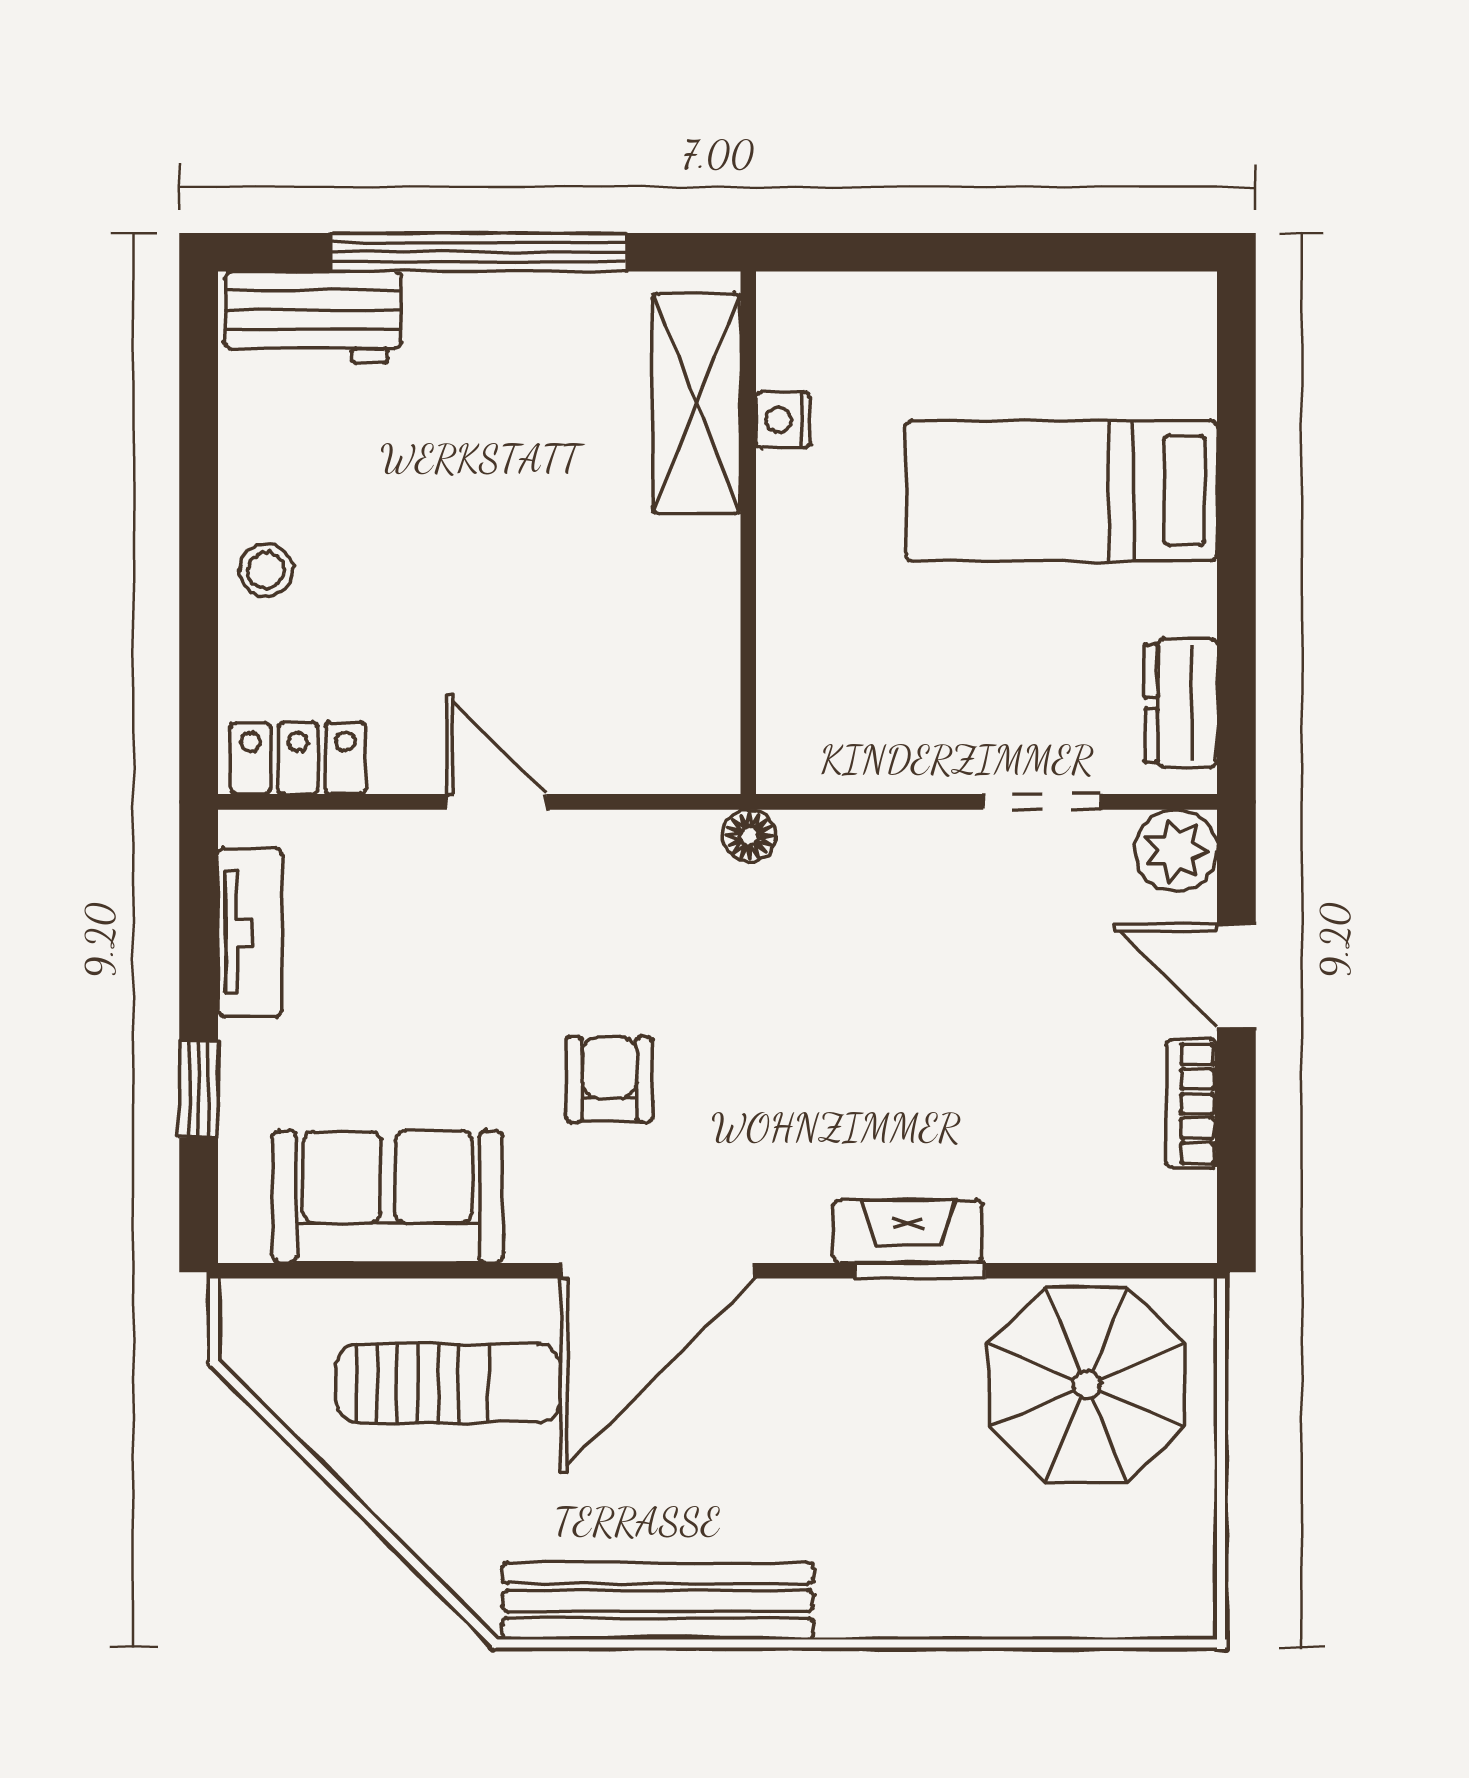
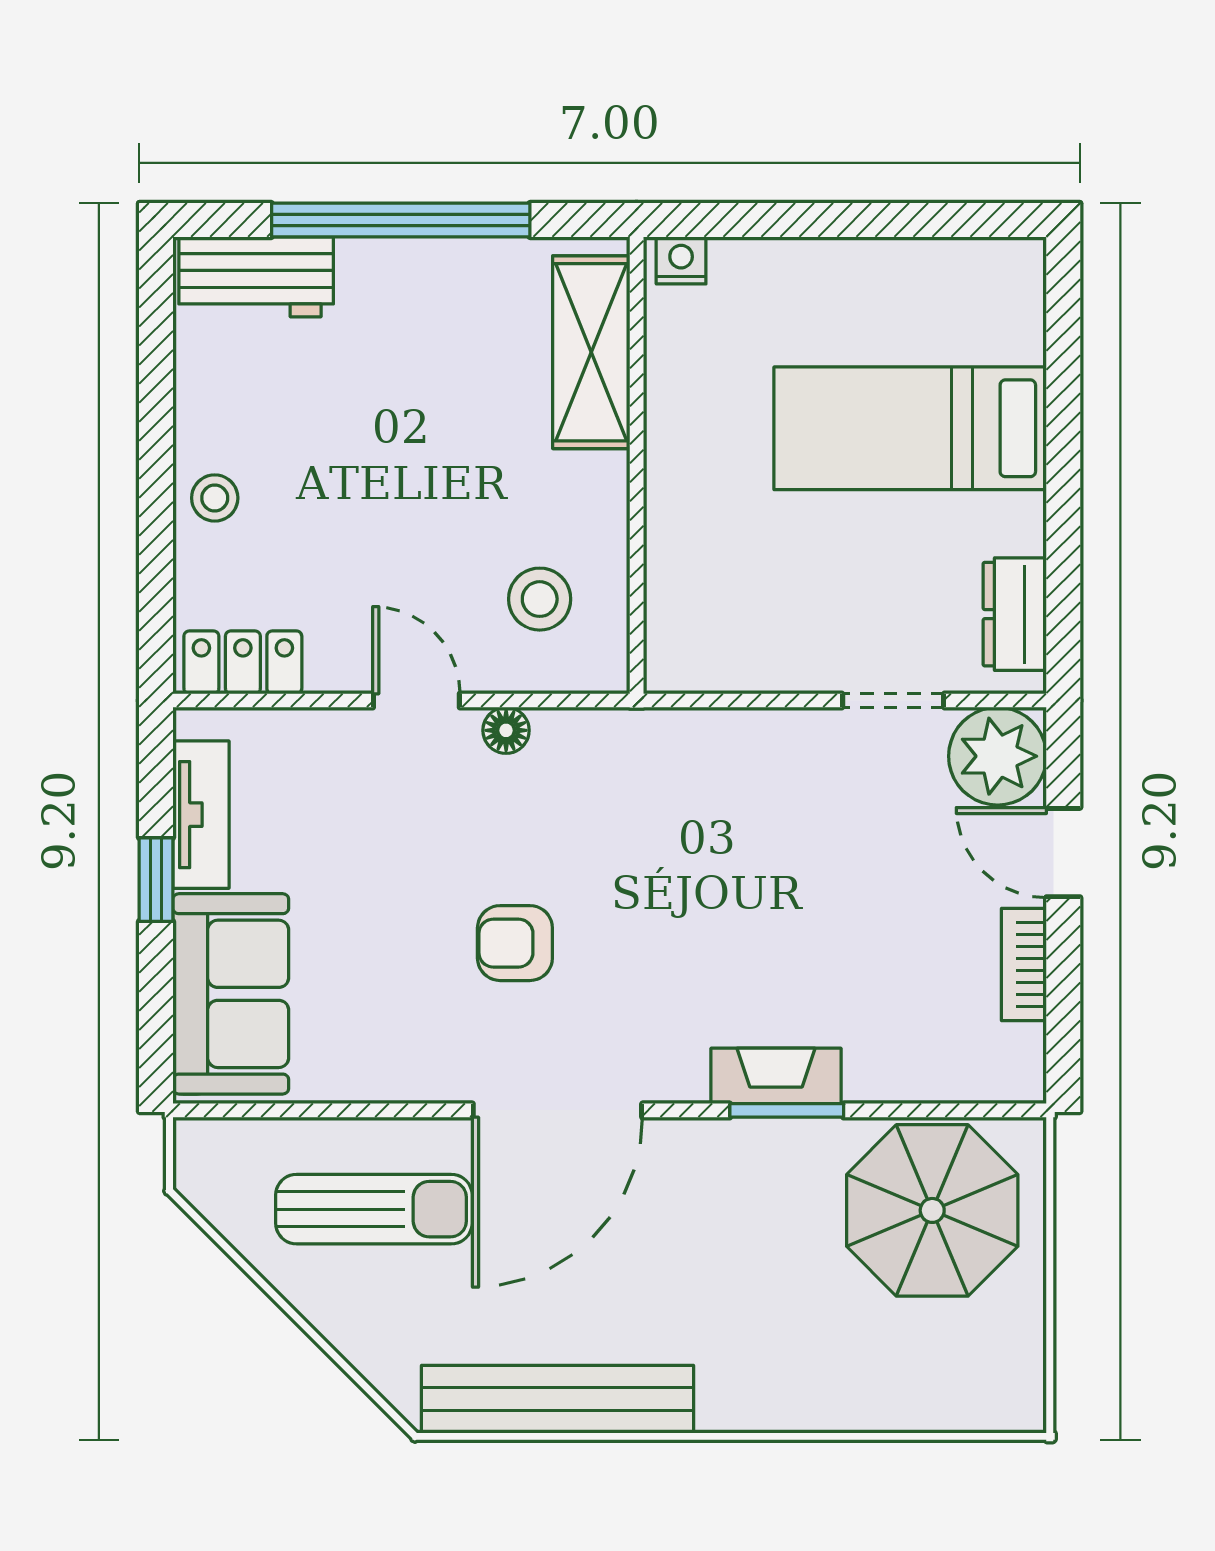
nightstand: (783, 420) -> (681, 260), moved, turned 90
stool: (637, 686) -> (540, 599), added
floor lamp: (749, 836) -> (506, 730), moved
plant: (1176, 851) -> (998, 756), width x1.36, depth x1.36
armchair: (609, 1079) -> (515, 943), turned -90
window: (199, 1089) -> (156, 880), moved
sofa: (388, 1197) -> (231, 994), moved, turned 90

